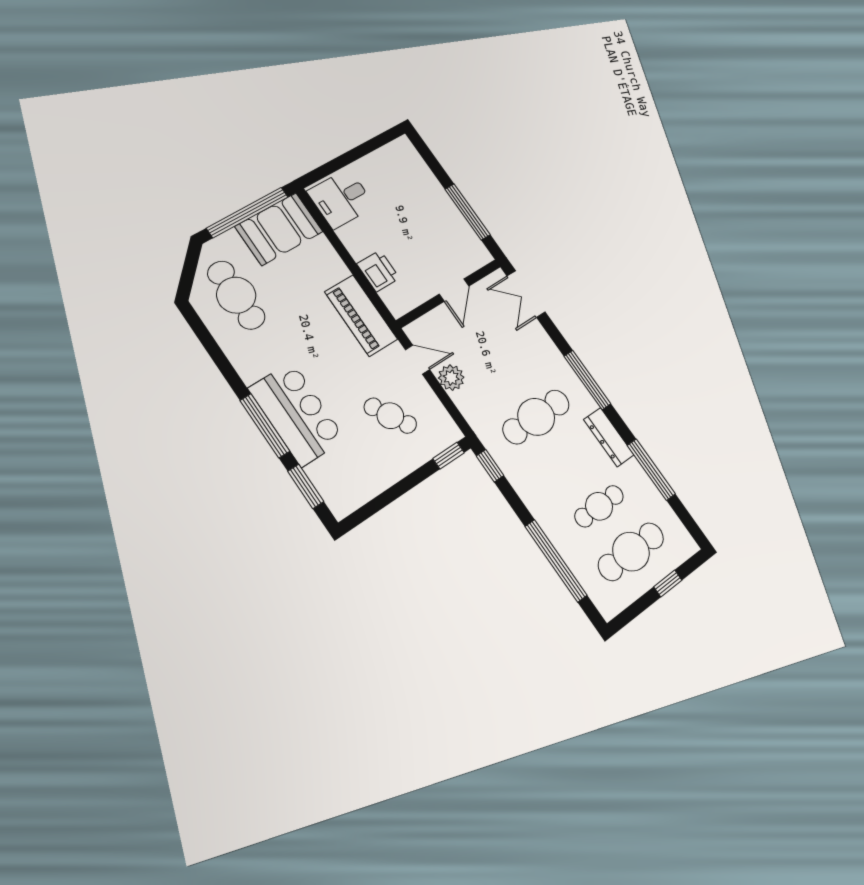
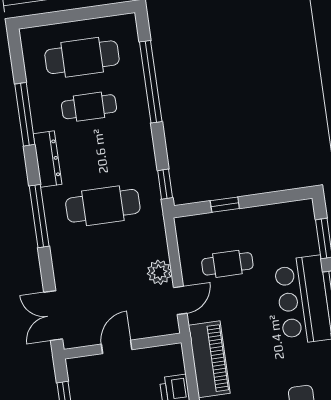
double door: (526, 294) -> (53, 316), swing flipped
door: (417, 360) -> (180, 300), swing flipped
cafe table: (390, 416) -> (227, 264), turned -60
window: (449, 456) -> (225, 205), moved
window: (668, 583) -> (65, 16), removed

